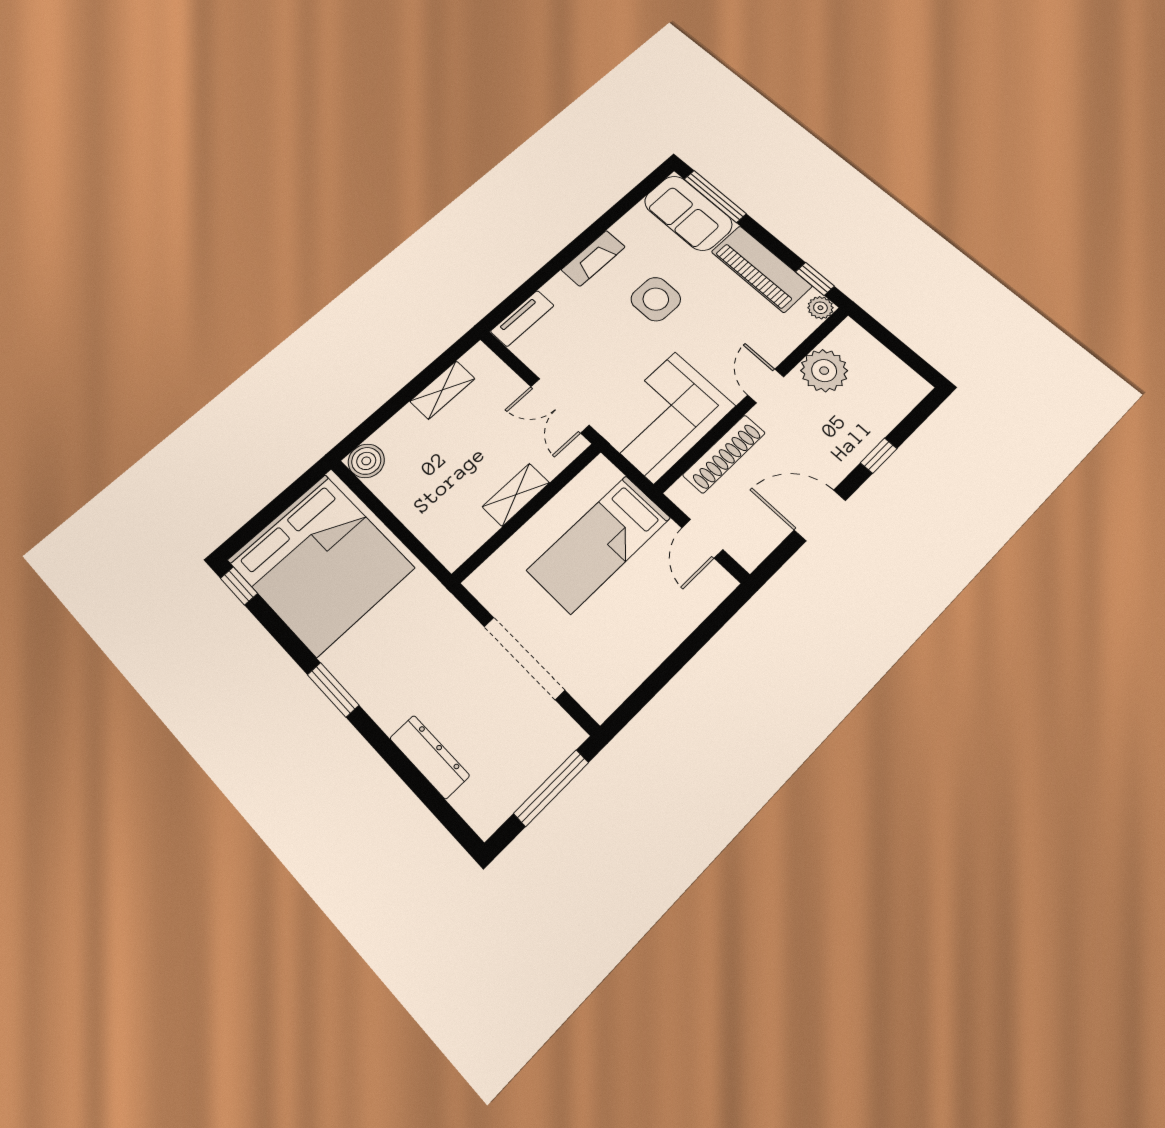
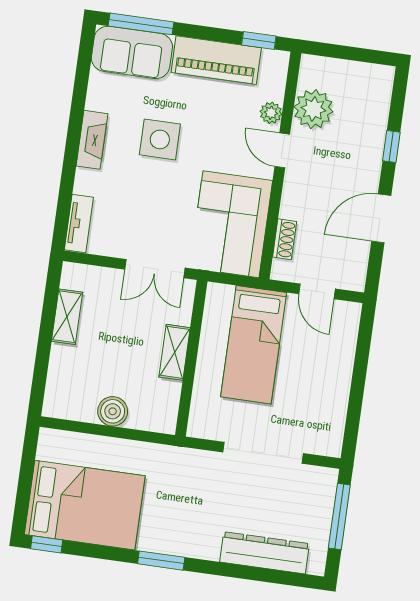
plant: (820, 308) -> (271, 113), moved
shoe rack: (724, 454) -> (285, 239), width x0.51, depth x0.81
boiler: (366, 461) -> (113, 411), moved
bed: (321, 564) -> (85, 505), width x0.73
dresser: (430, 757) -> (264, 553), width x1.37, depth x1.24

